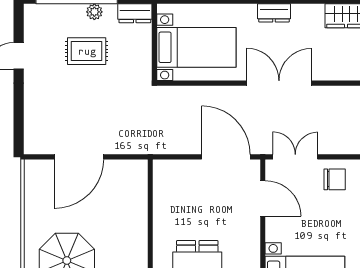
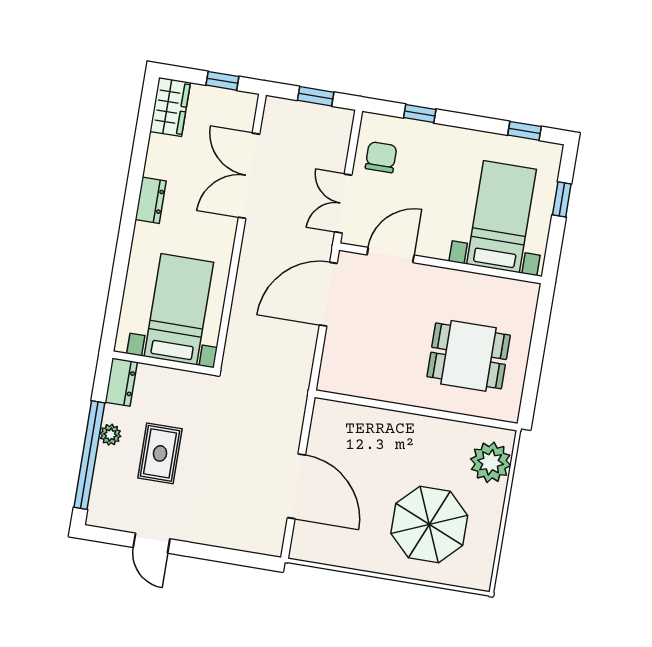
double door: (279, 83) -> (249, 176), moved

